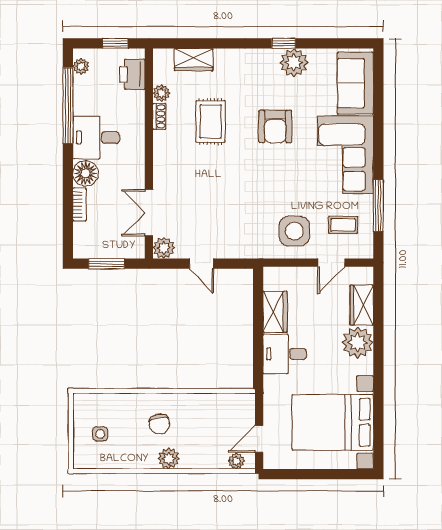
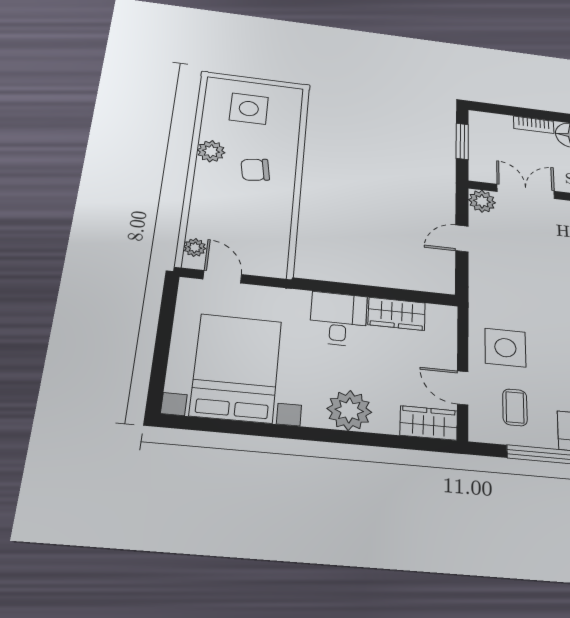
wardrobe: (362, 305) -> (429, 423), moved
side table: (100, 434) -> (249, 109), width x1.87, depth x1.87
plant: (169, 458) -> (211, 151), moved

